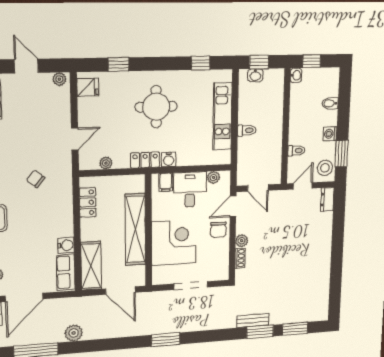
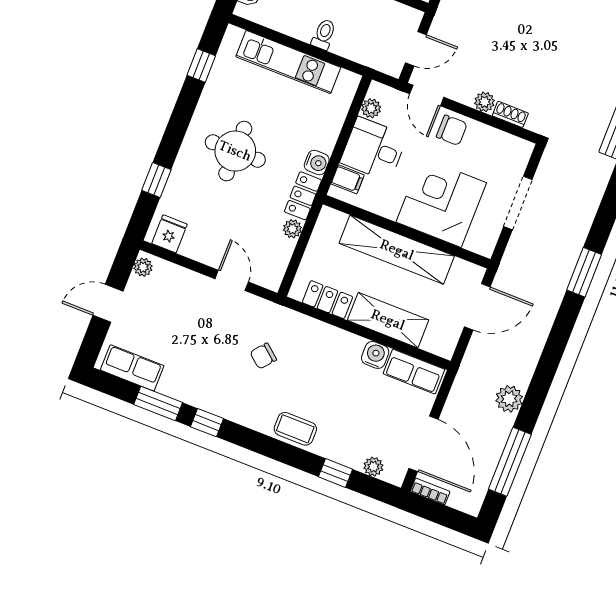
plant: (106, 163) -> (292, 229), moved
shelving: (91, 266) -> (388, 320), moved

